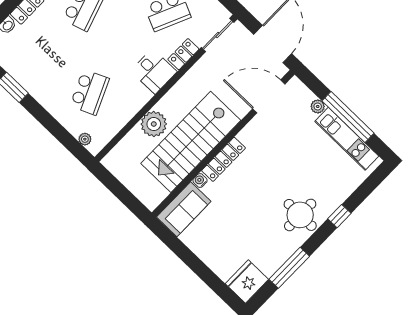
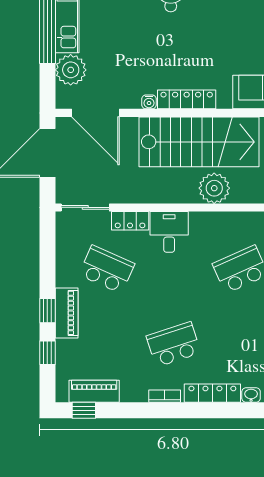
plant: (318, 106) -> (71, 70), width x1.87, depth x1.87
water cooler: (200, 181) -> (149, 102), moved

